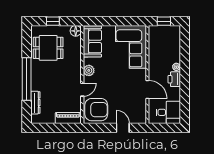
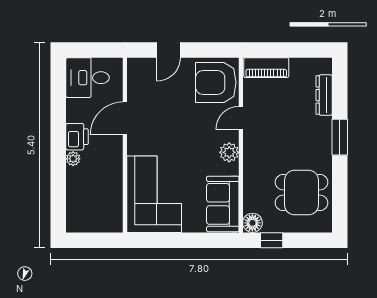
window: (53, 21) -> (272, 240), moved
window: (164, 21) -> (96, 240), removed
window: (27, 79) -> (340, 137), width x0.47
door: (147, 90) -> (125, 118), hinge flipped
door: (123, 128) -> (169, 50), hinge flipped

